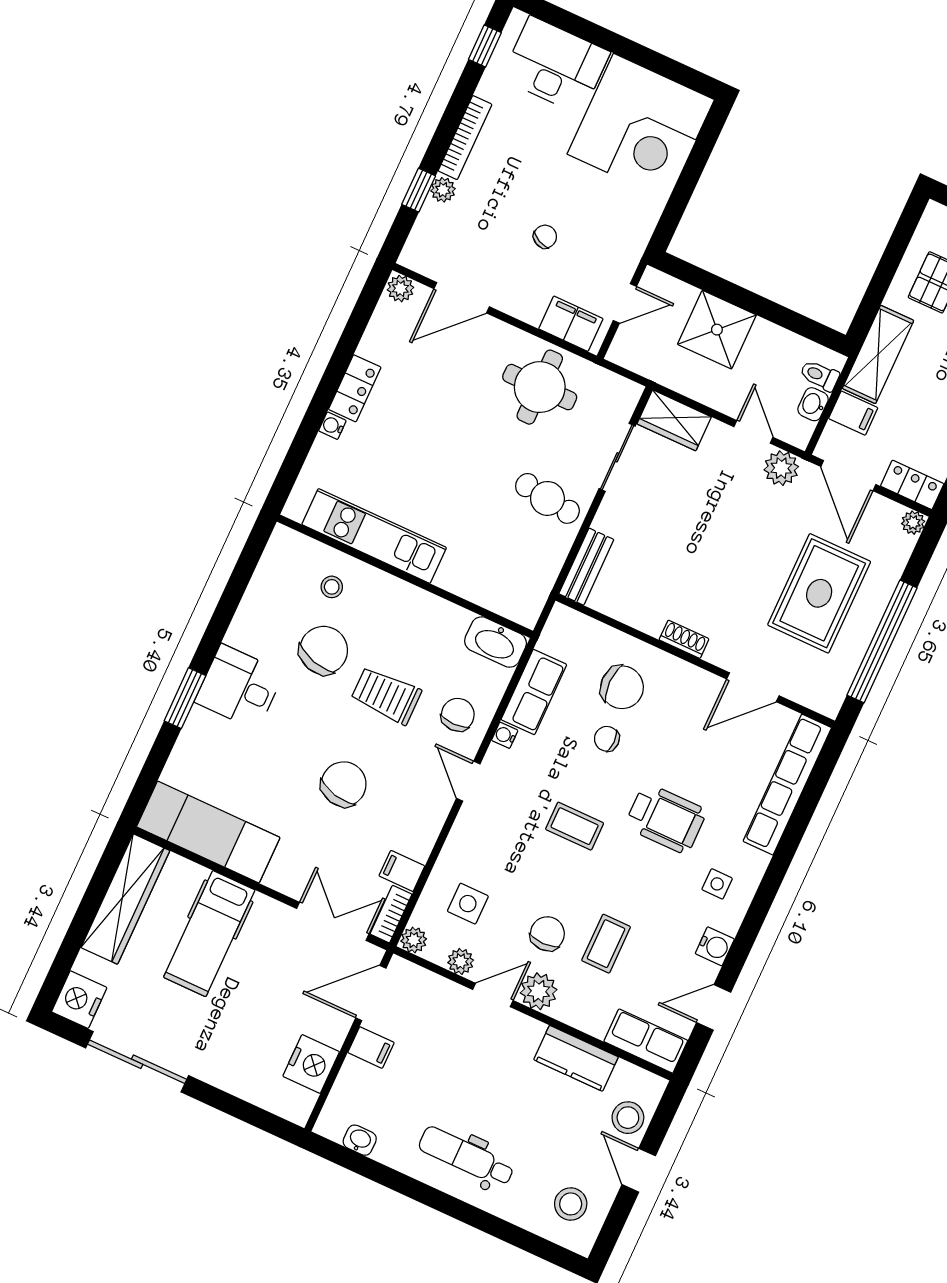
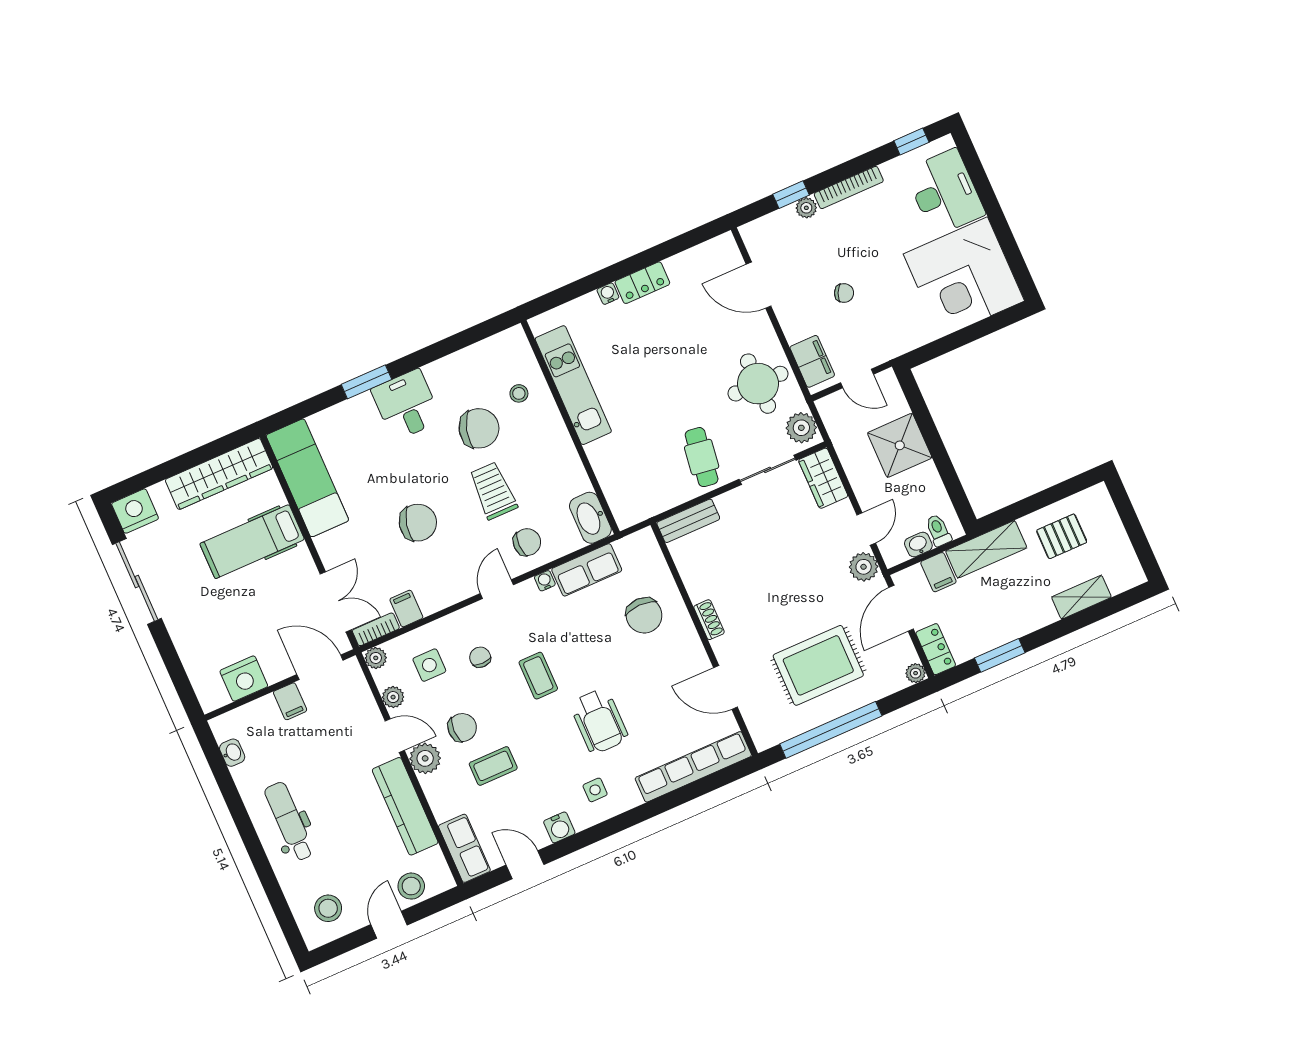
plant: (400, 289) -> (801, 428), moved, width x1.38, depth x1.38
chair: (607, 739) -> (480, 657), moved
kitchen counter: (576, 1058) -> (405, 806), width x1.50

